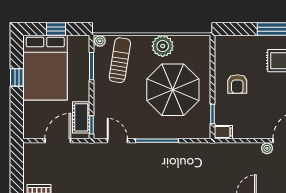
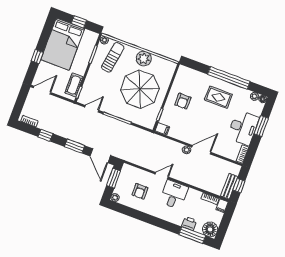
window: (17, 77) -> (37, 57), moved
door: (58, 141) -> (42, 90), moved
door: (117, 141) -> (92, 109), hinge flipped

